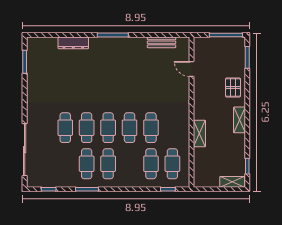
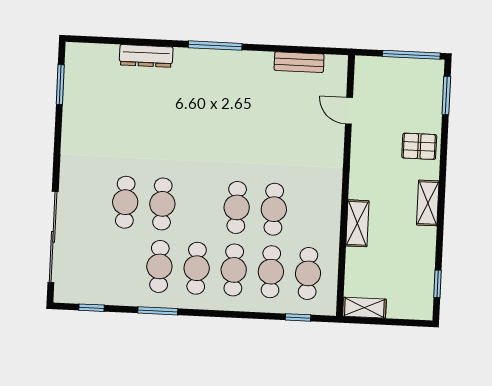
pallet: (233, 88) -> (419, 146), turned 90
cafe table: (108, 128) -> (234, 270), moved
shelving: (232, 182) -> (364, 308), moved

